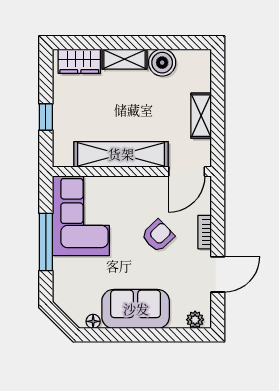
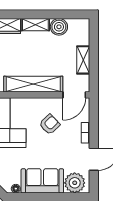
armchair: (158, 236) -> (50, 124), moved
plant: (195, 320) -> (75, 183), width x1.88, depth x1.88

